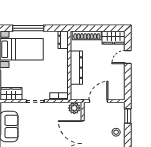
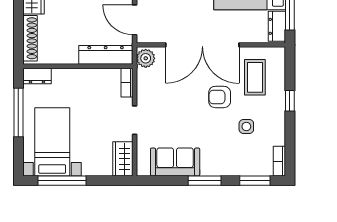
window: (28, 28) -> (18, 112), moved
dresser: (76, 68) -> (106, 55), moved

